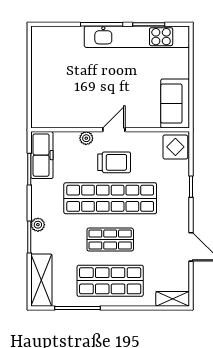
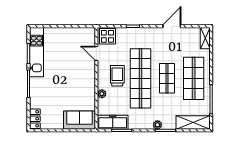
locker: (47, 34) -> (35, 119), added
kitchen unit: (137, 37) -> (36, 52), width x0.73
sofa: (175, 104) -> (79, 120), moved, turned 180
door: (114, 130) -> (96, 53), moved

